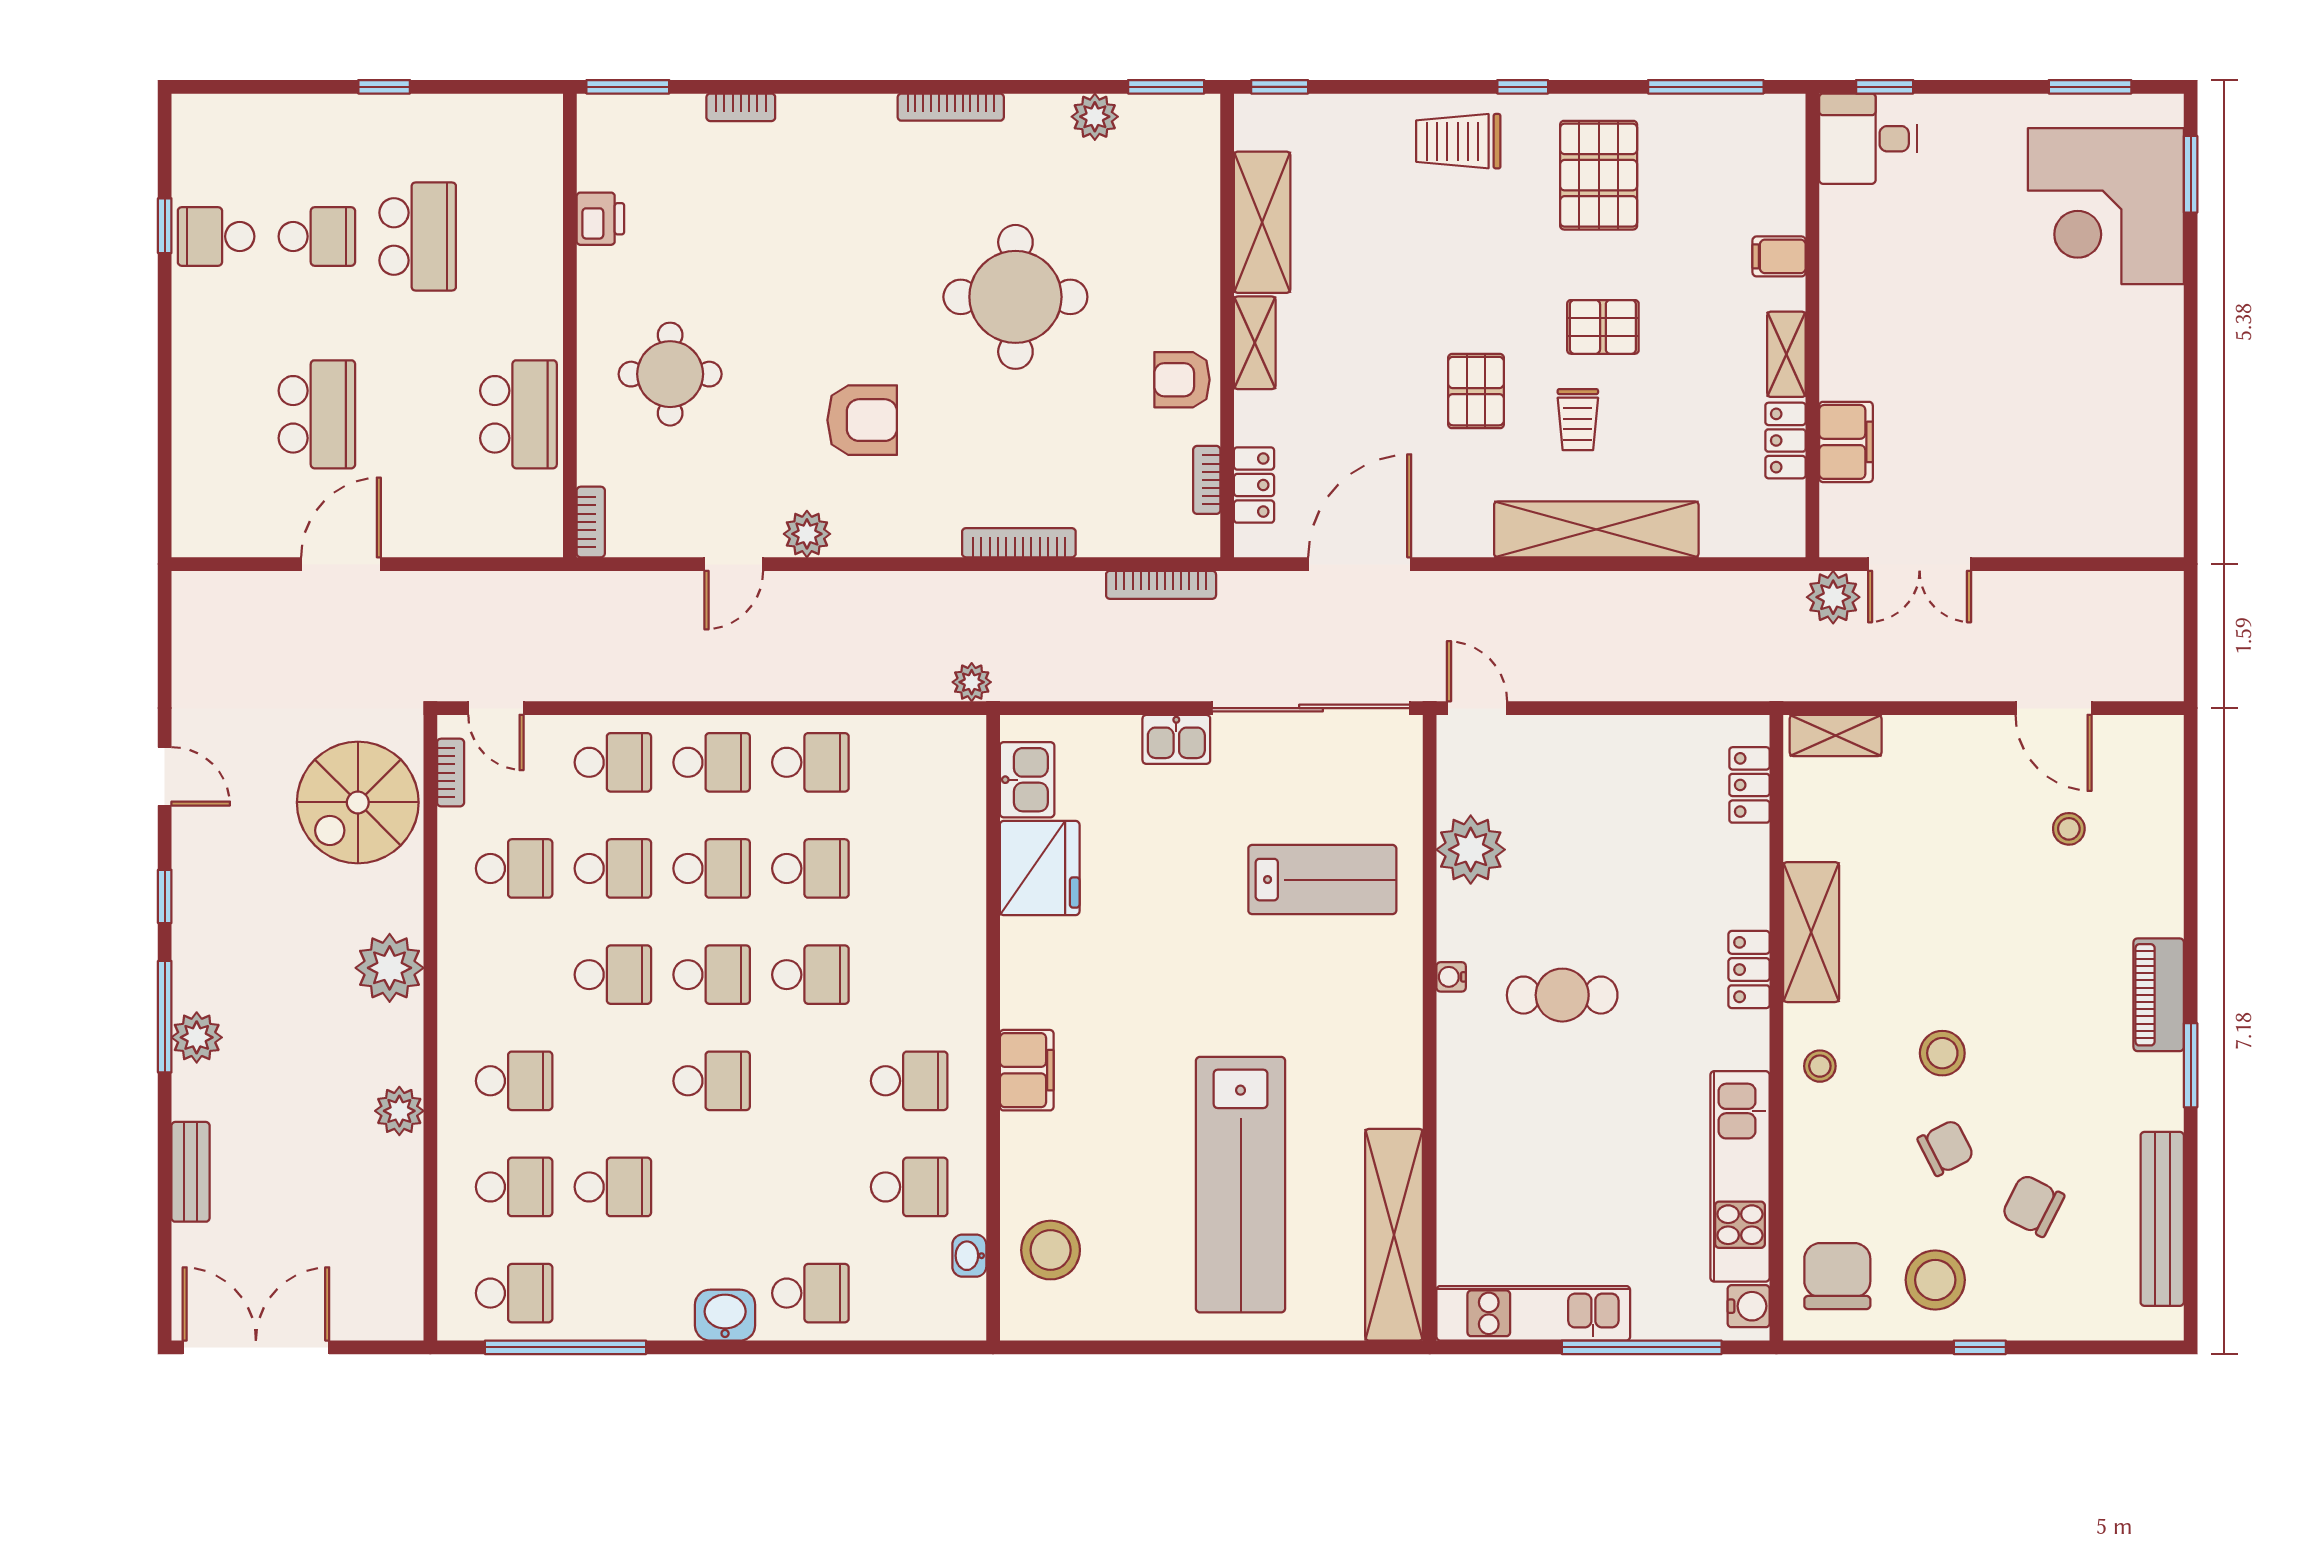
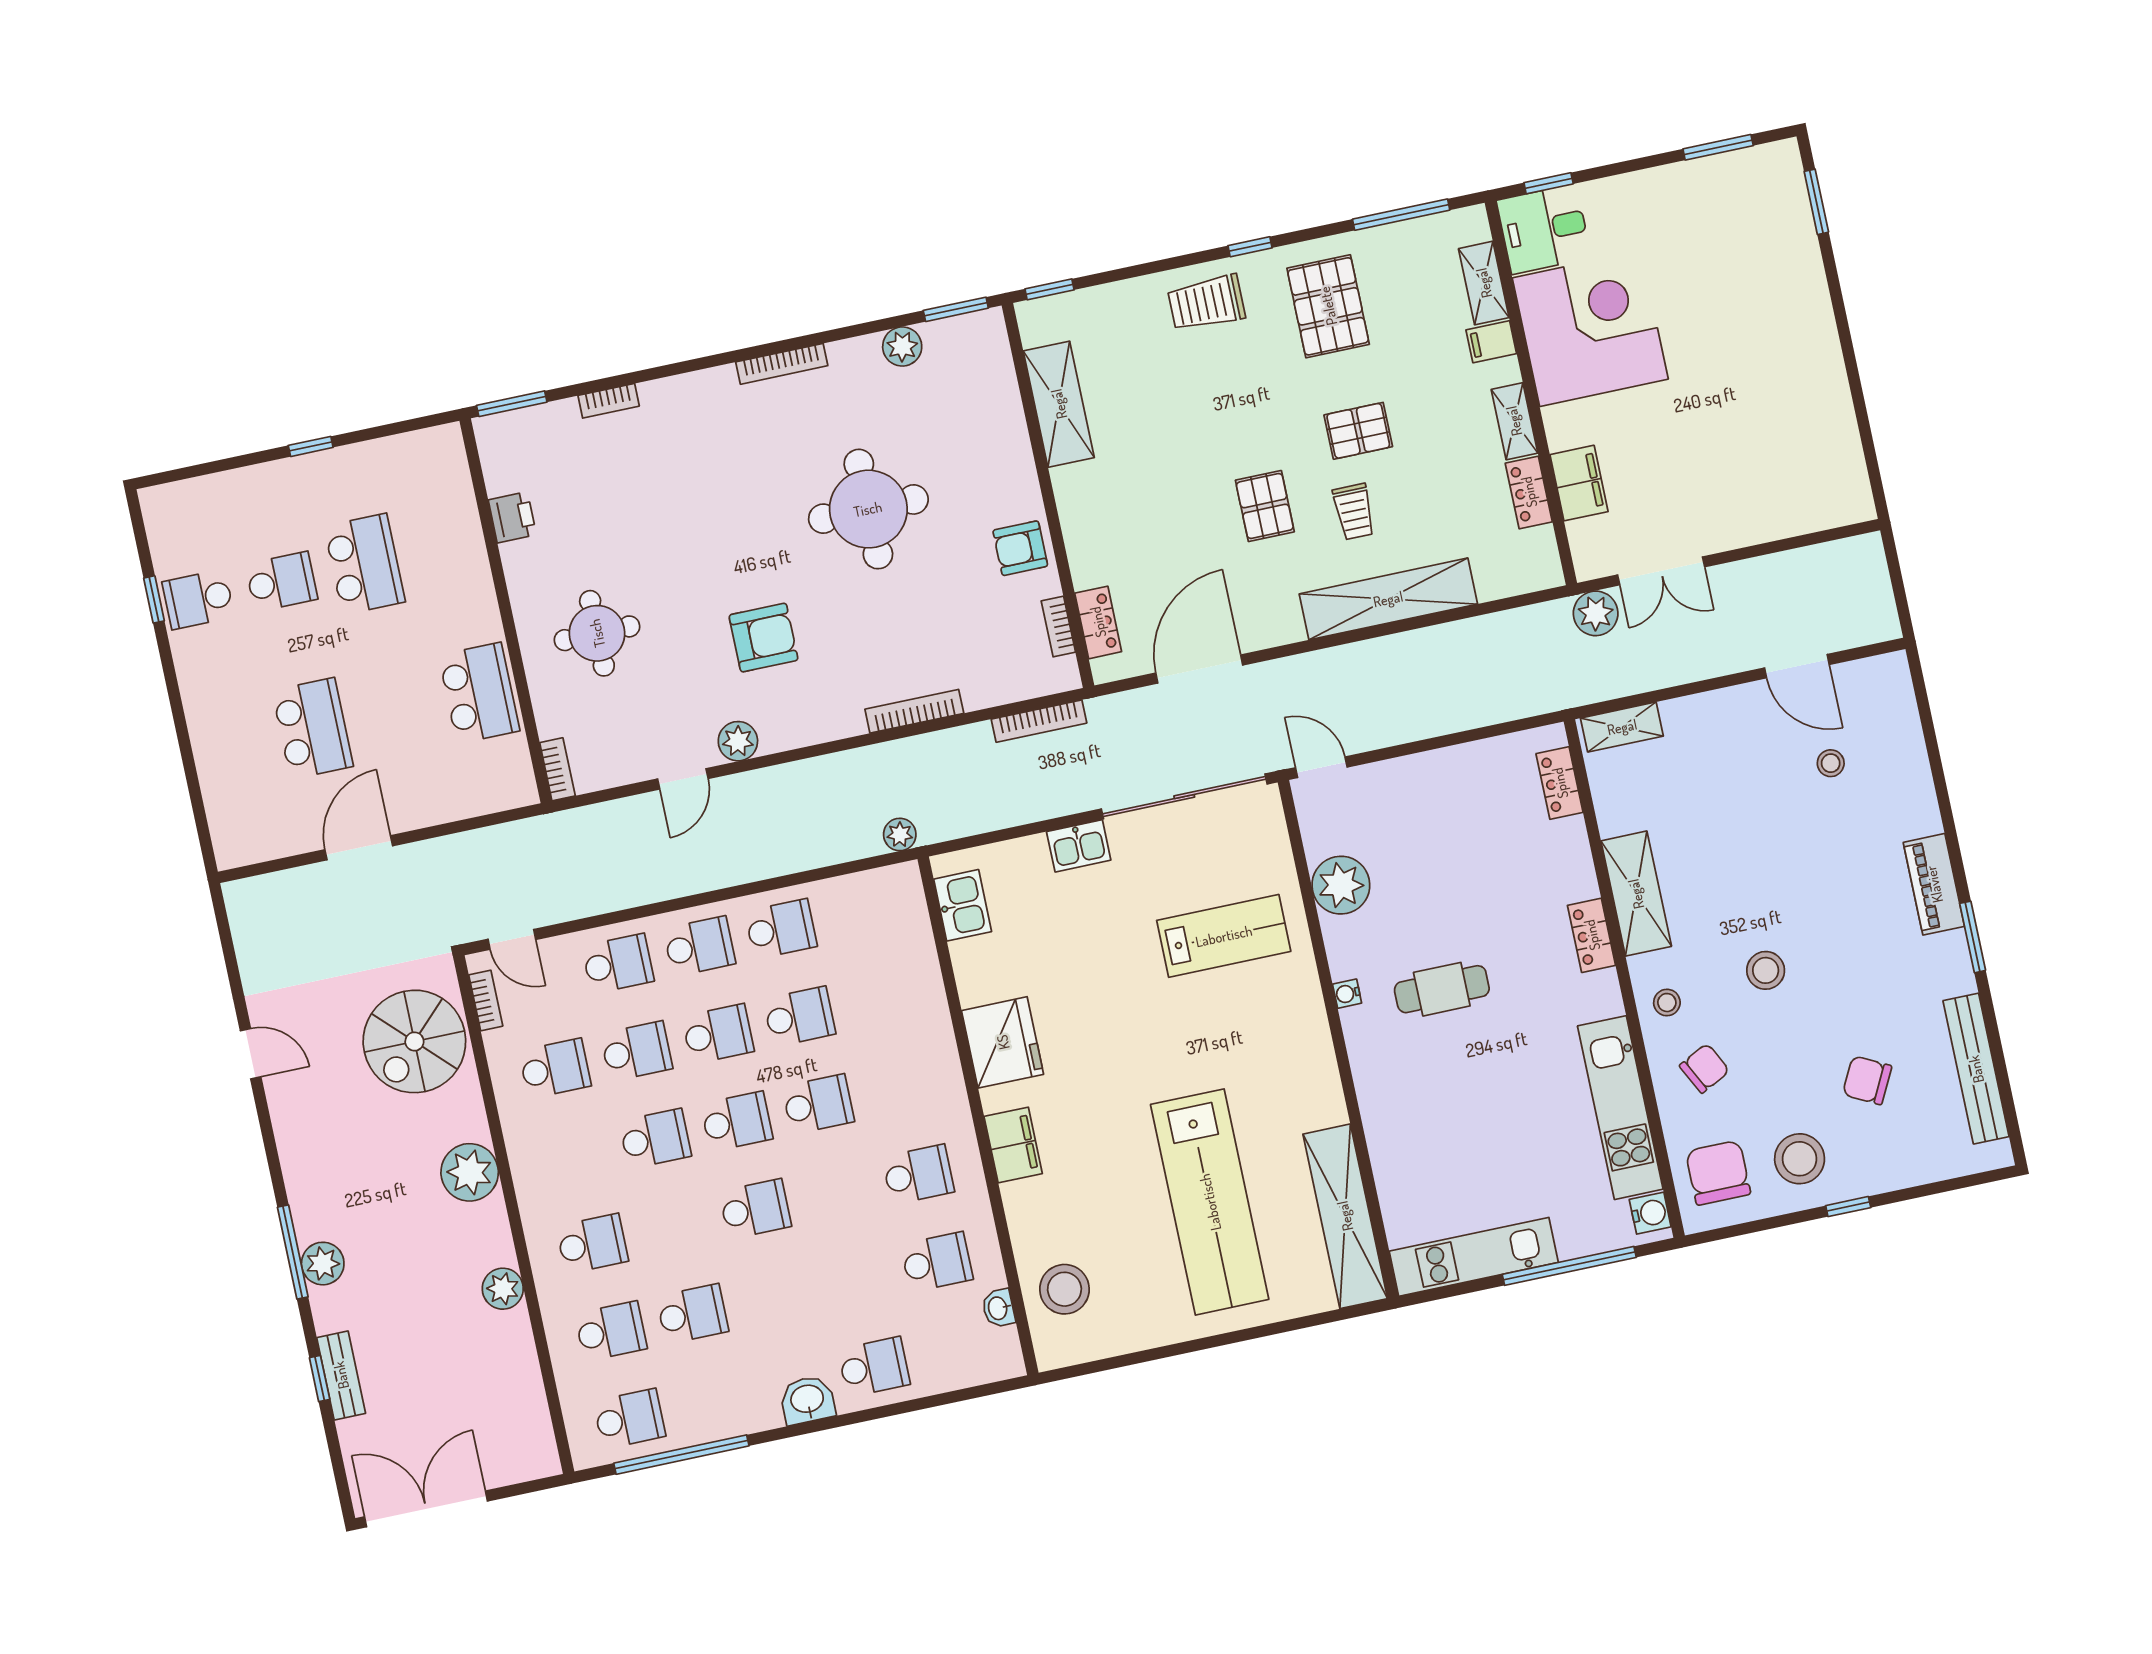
corner desk: (2106, 206) -> (1590, 329), moved, turned 180
shelving: (1255, 343) -> (1484, 283), moved
fridge: (1040, 868) -> (1003, 1042), moved
window: (165, 896) -> (320, 1378), moved
chair: (1946, 1148) -> (1704, 1068), moved

